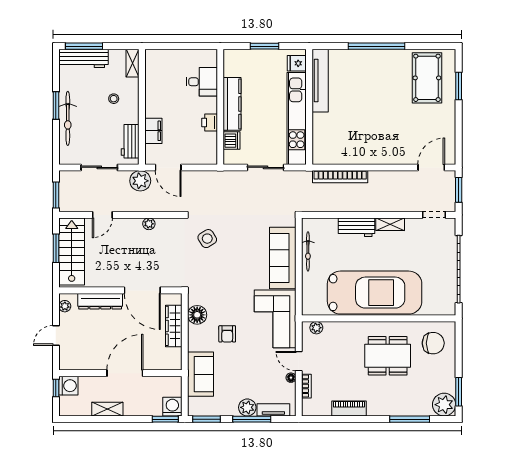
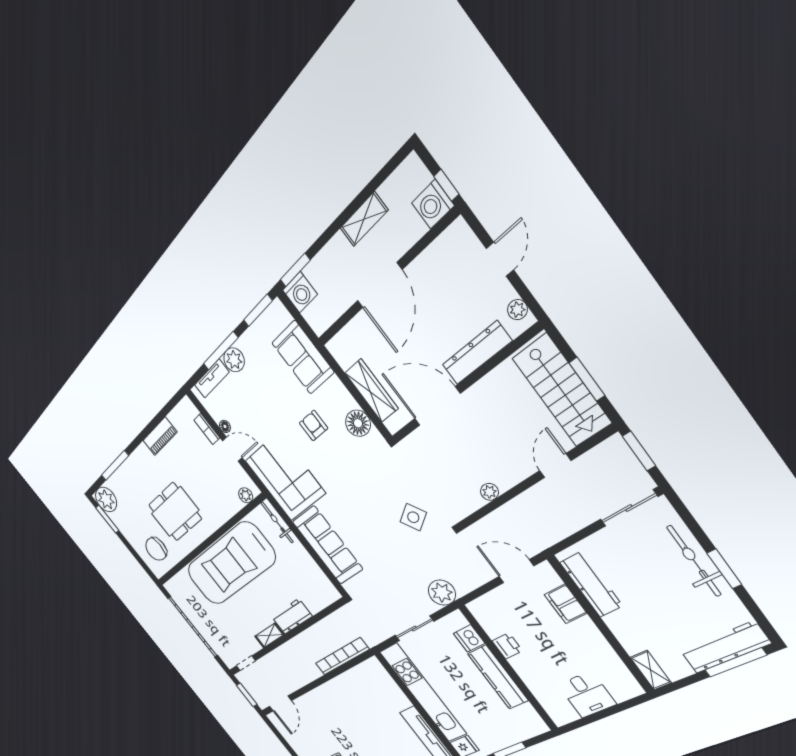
desk: (202, 82) -> (587, 694), moved, turned -90
stool: (114, 99) -> (645, 617), removed
workbench: (130, 141) -> (591, 584), width x1.38
sliding door: (99, 167) -> (629, 508), moved
plant: (140, 181) -> (442, 593), moved
bicycle: (308, 251) -> (277, 522), moved

